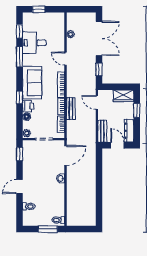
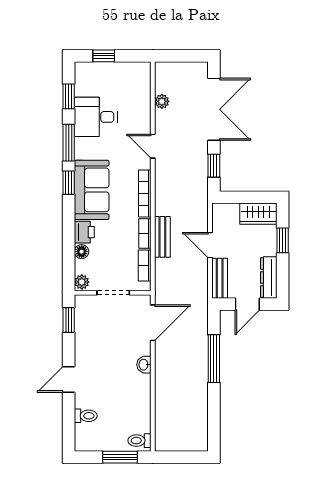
window: (19, 98) -> (69, 183), moved
door: (97, 102) -> (210, 245), moved
door: (117, 145) -> (247, 304), swing flipped
window: (99, 175) -> (214, 359), added

